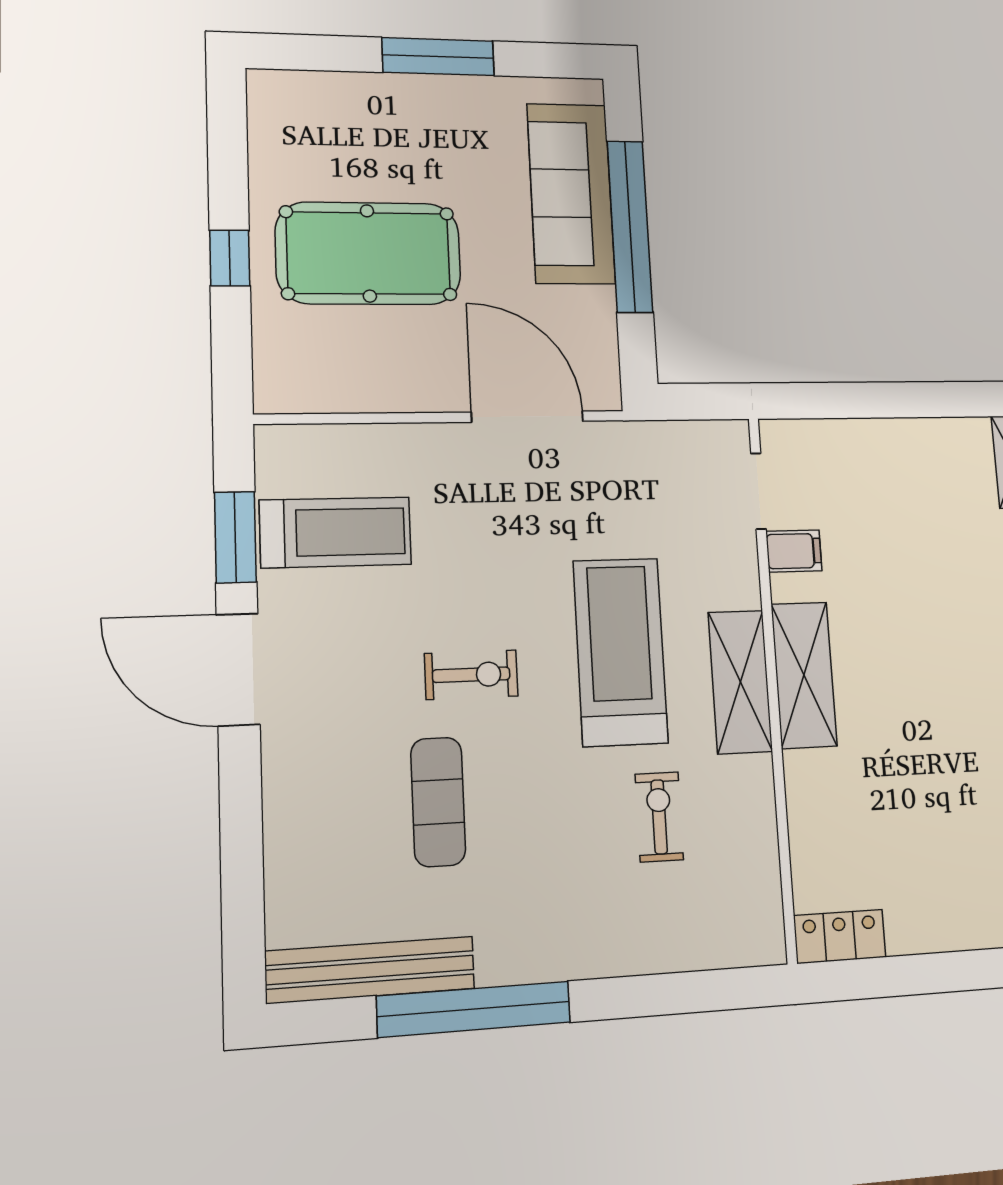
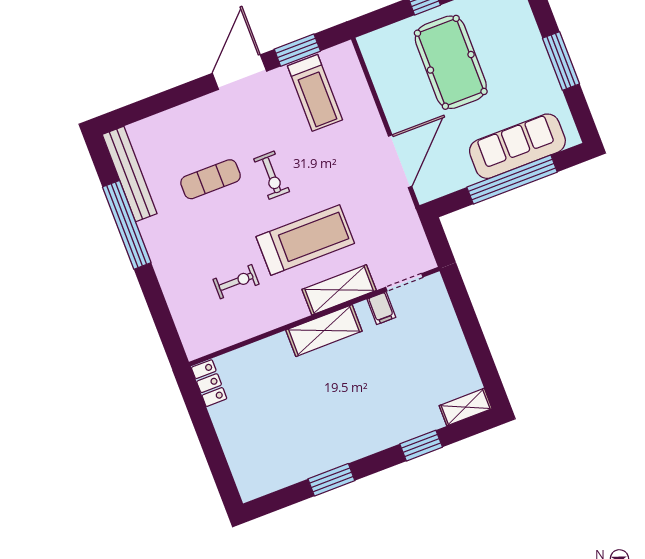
shelving: (740, 682) -> (339, 290), moved

